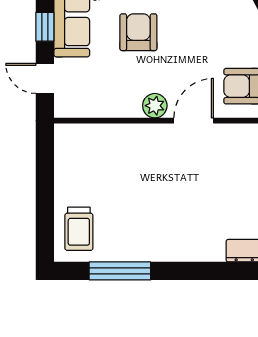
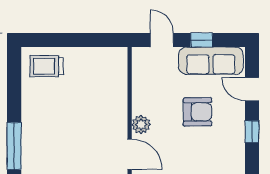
door: (45, 78) -> (162, 40), hinge flipped
window: (120, 271) -> (14, 146), moved

